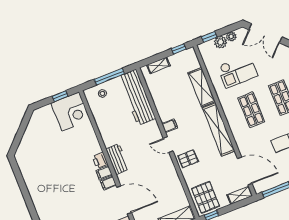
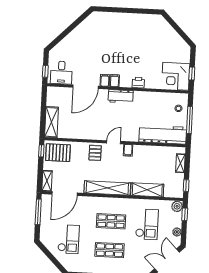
plant: (221, 42) -> (177, 206), moved
checkout: (237, 71) -> (147, 224), turned 180
printer: (100, 161) -> (138, 83), moved

